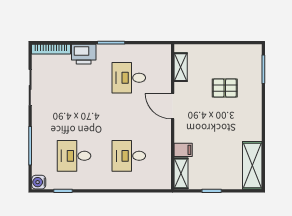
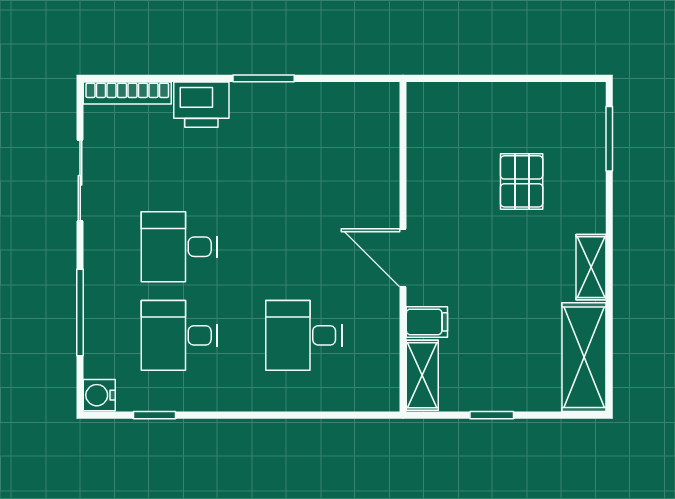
shelving: (181, 67) -> (591, 267), moved
desk: (129, 78) -> (179, 247), moved
pallet: (225, 88) -> (522, 181), turned 90
door: (173, 106) -> (403, 258), moved

